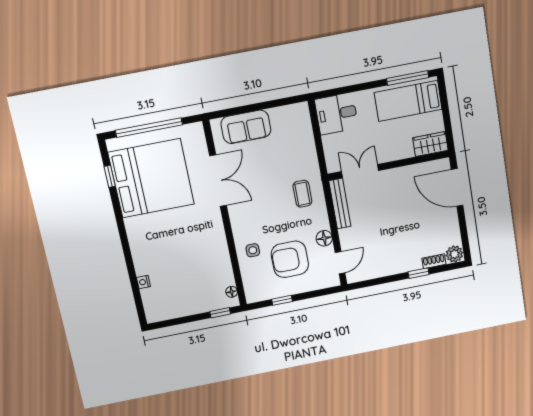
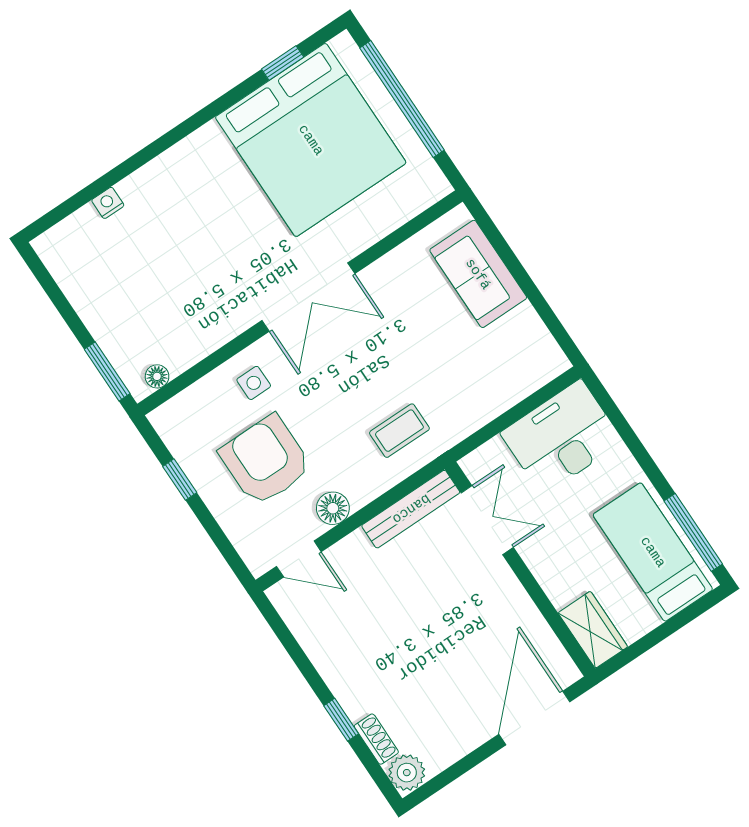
desk: (336, 114) -> (562, 437), width x1.37
double door: (218, 181) -> (308, 297), moved
window: (220, 313) -> (107, 371), width x1.50

